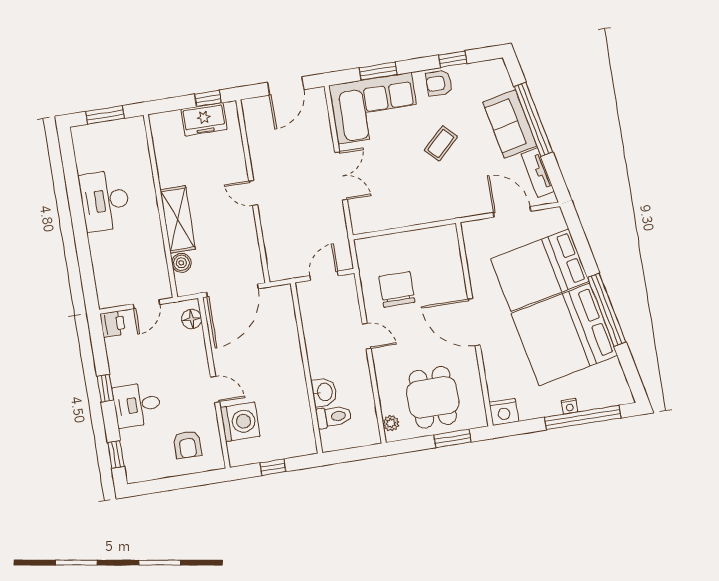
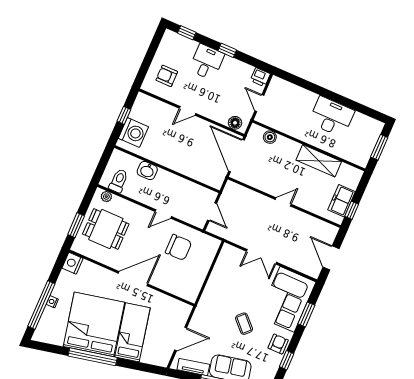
shelving: (178, 219) -> (319, 161), moved
bed: (540, 270) -> (132, 332), width x0.67
toilet: (334, 417) -> (119, 181), moved, turned 180
washing machine: (240, 422) -> (133, 133), moved, turned -90

